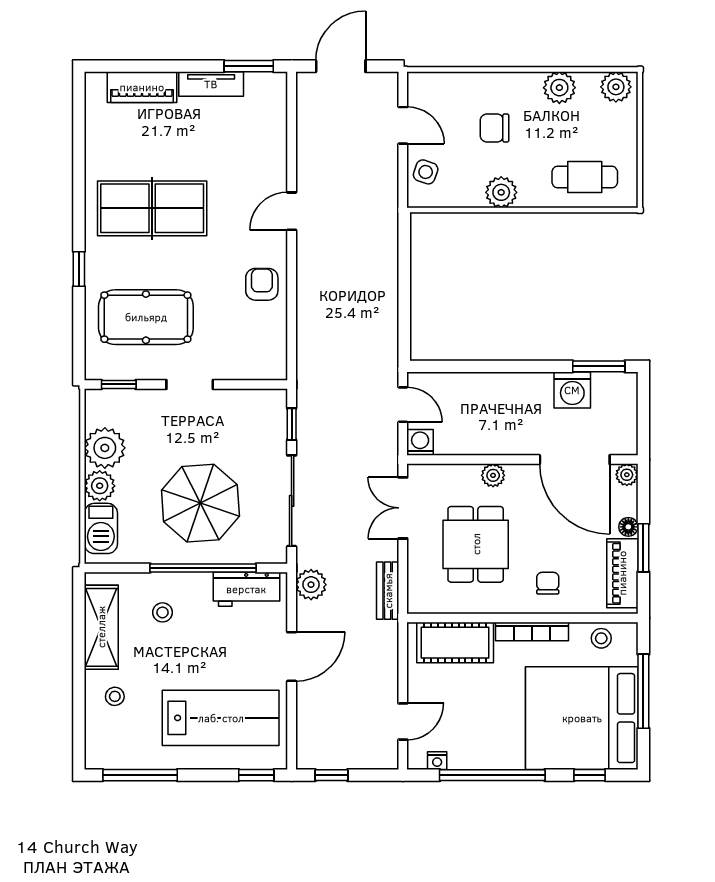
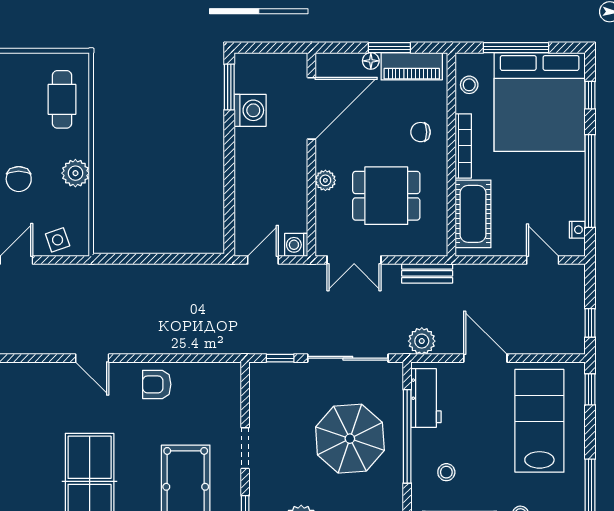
side table: (426, 172) -> (58, 240), turned -38
plant: (627, 475) -> (325, 62), removed

